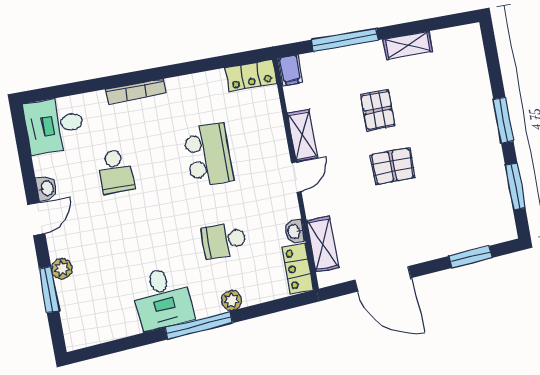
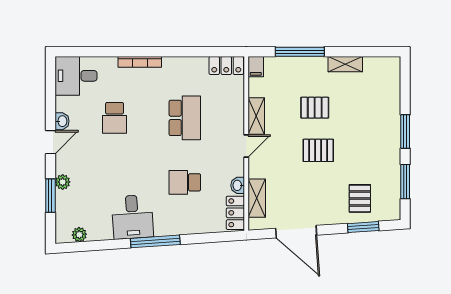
pallet: (378, 110) -> (315, 108), turned 90
pallet: (459, 220) -> (360, 198), added
plant: (232, 300) -> (79, 235), moved

